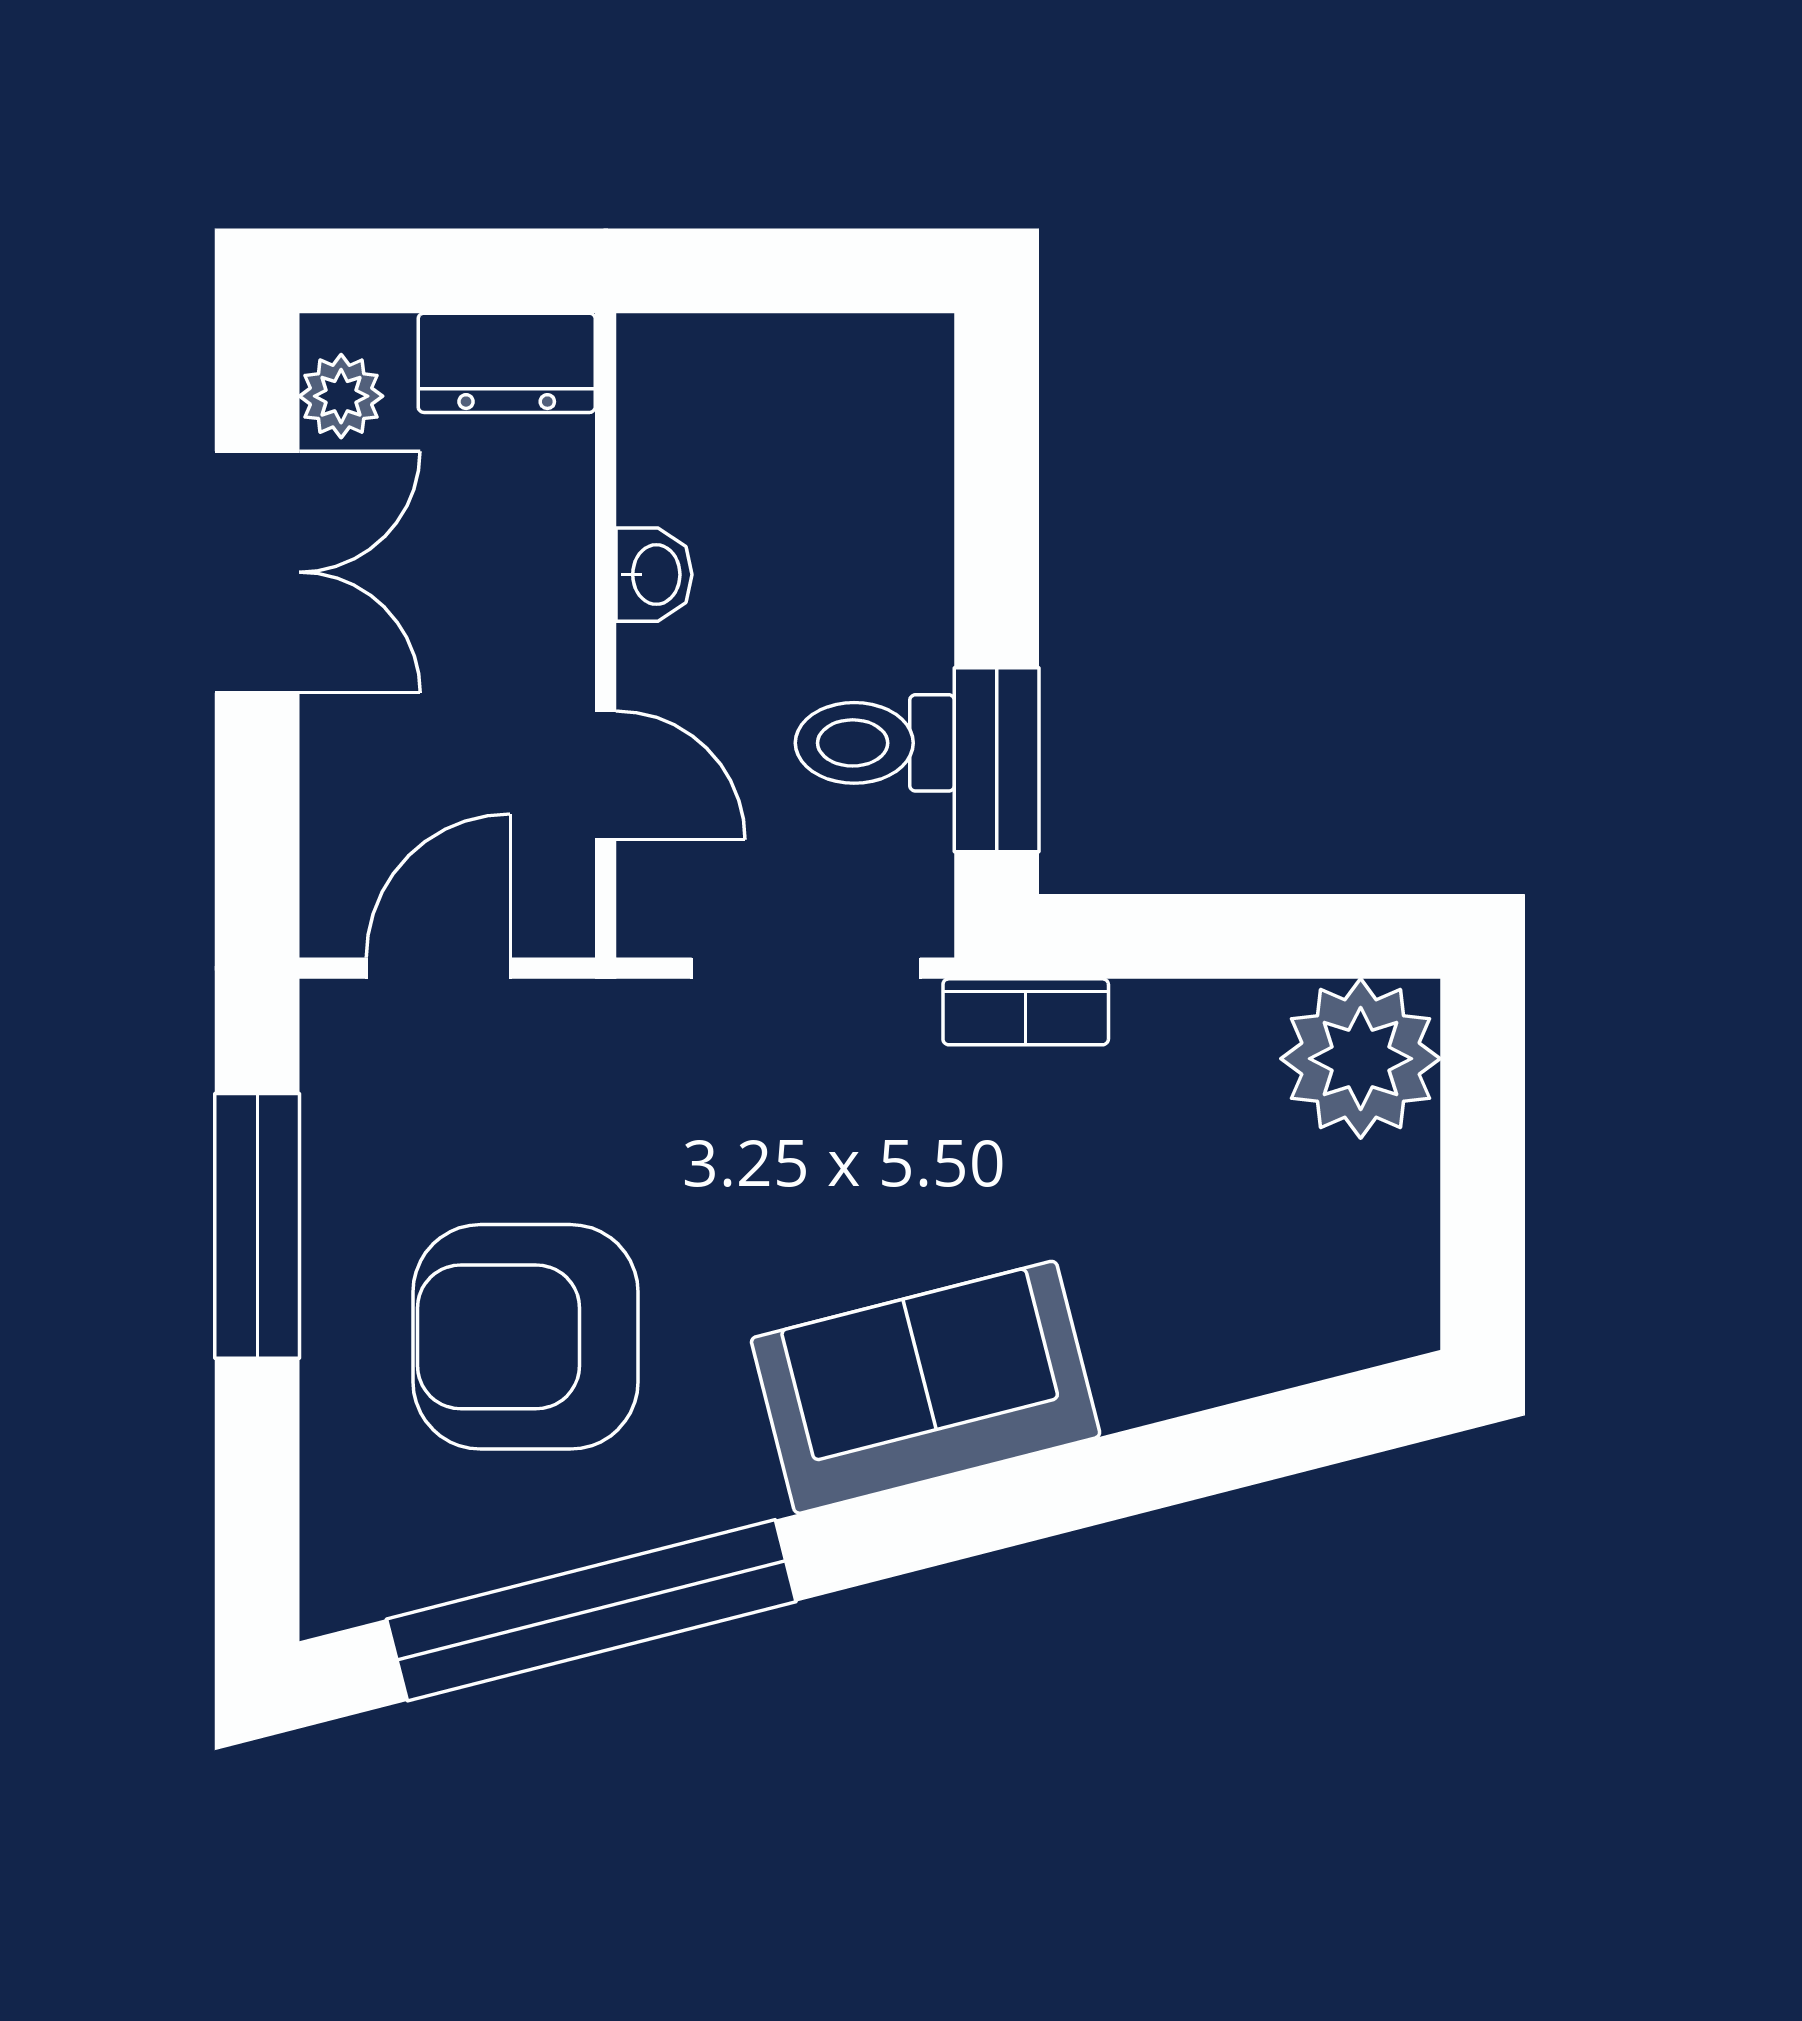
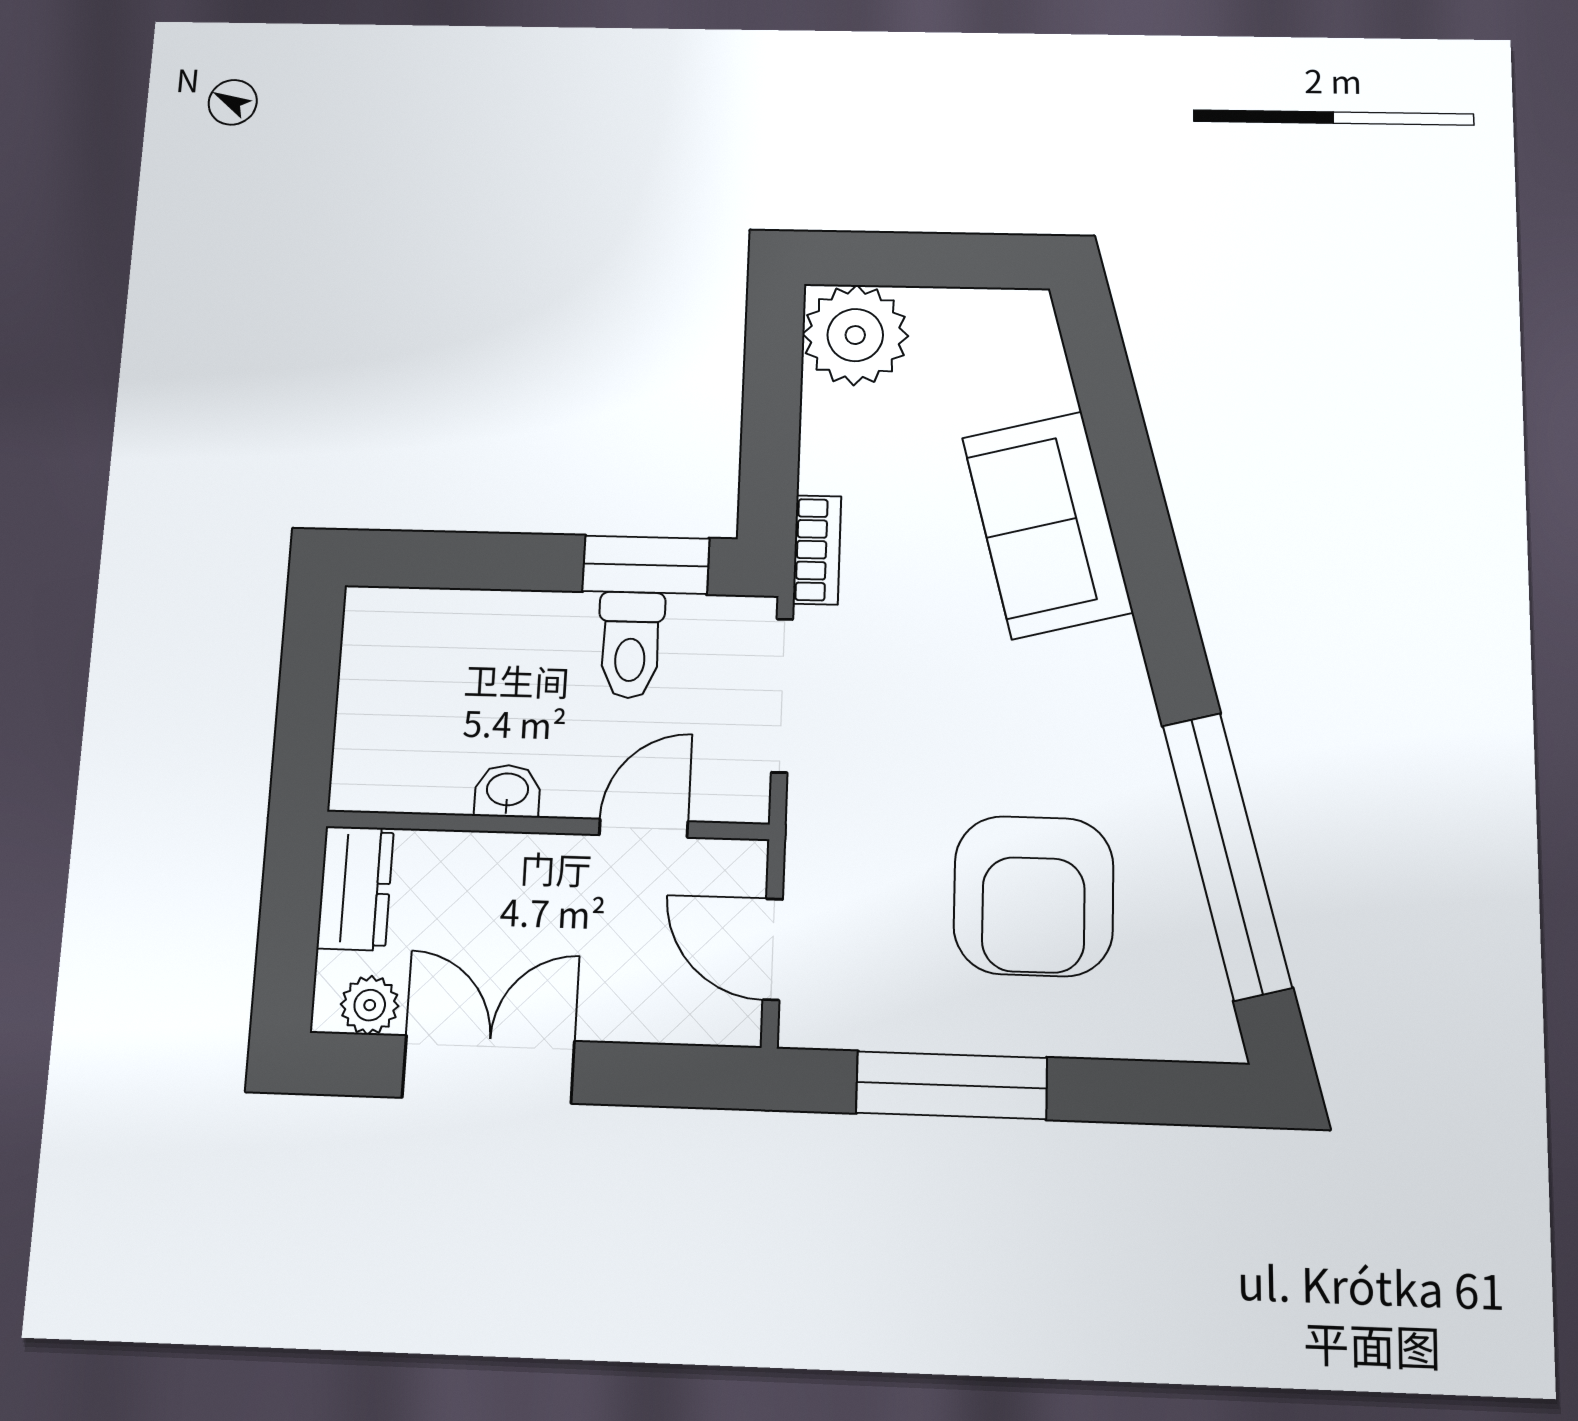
sofa: (926, 1387) -> (1047, 525), moved

